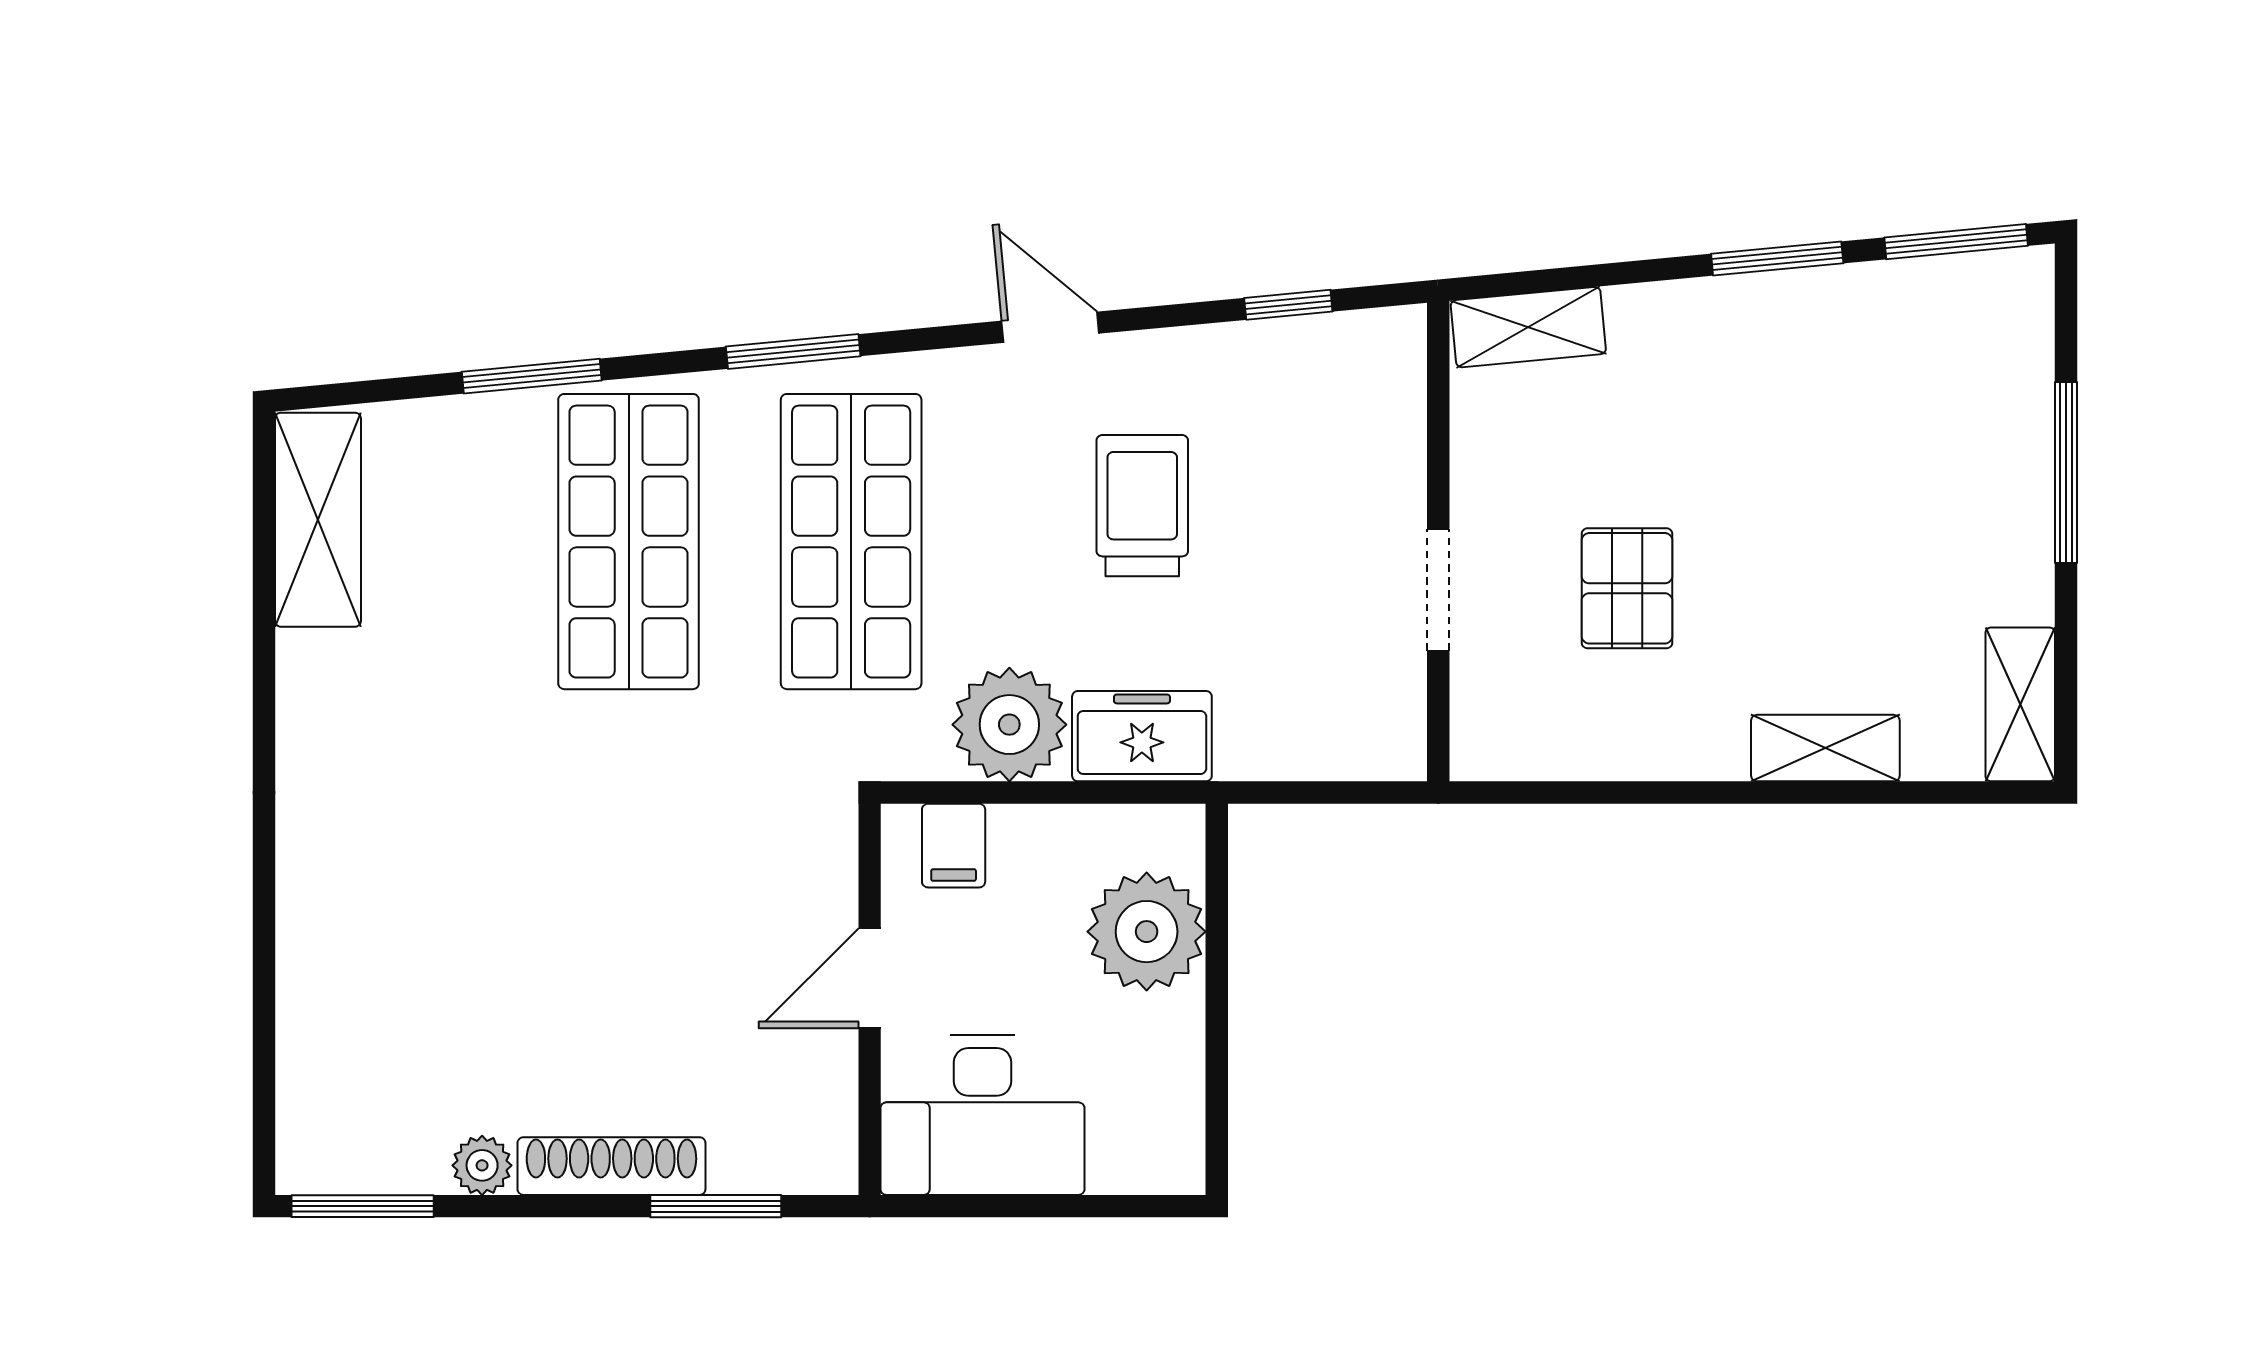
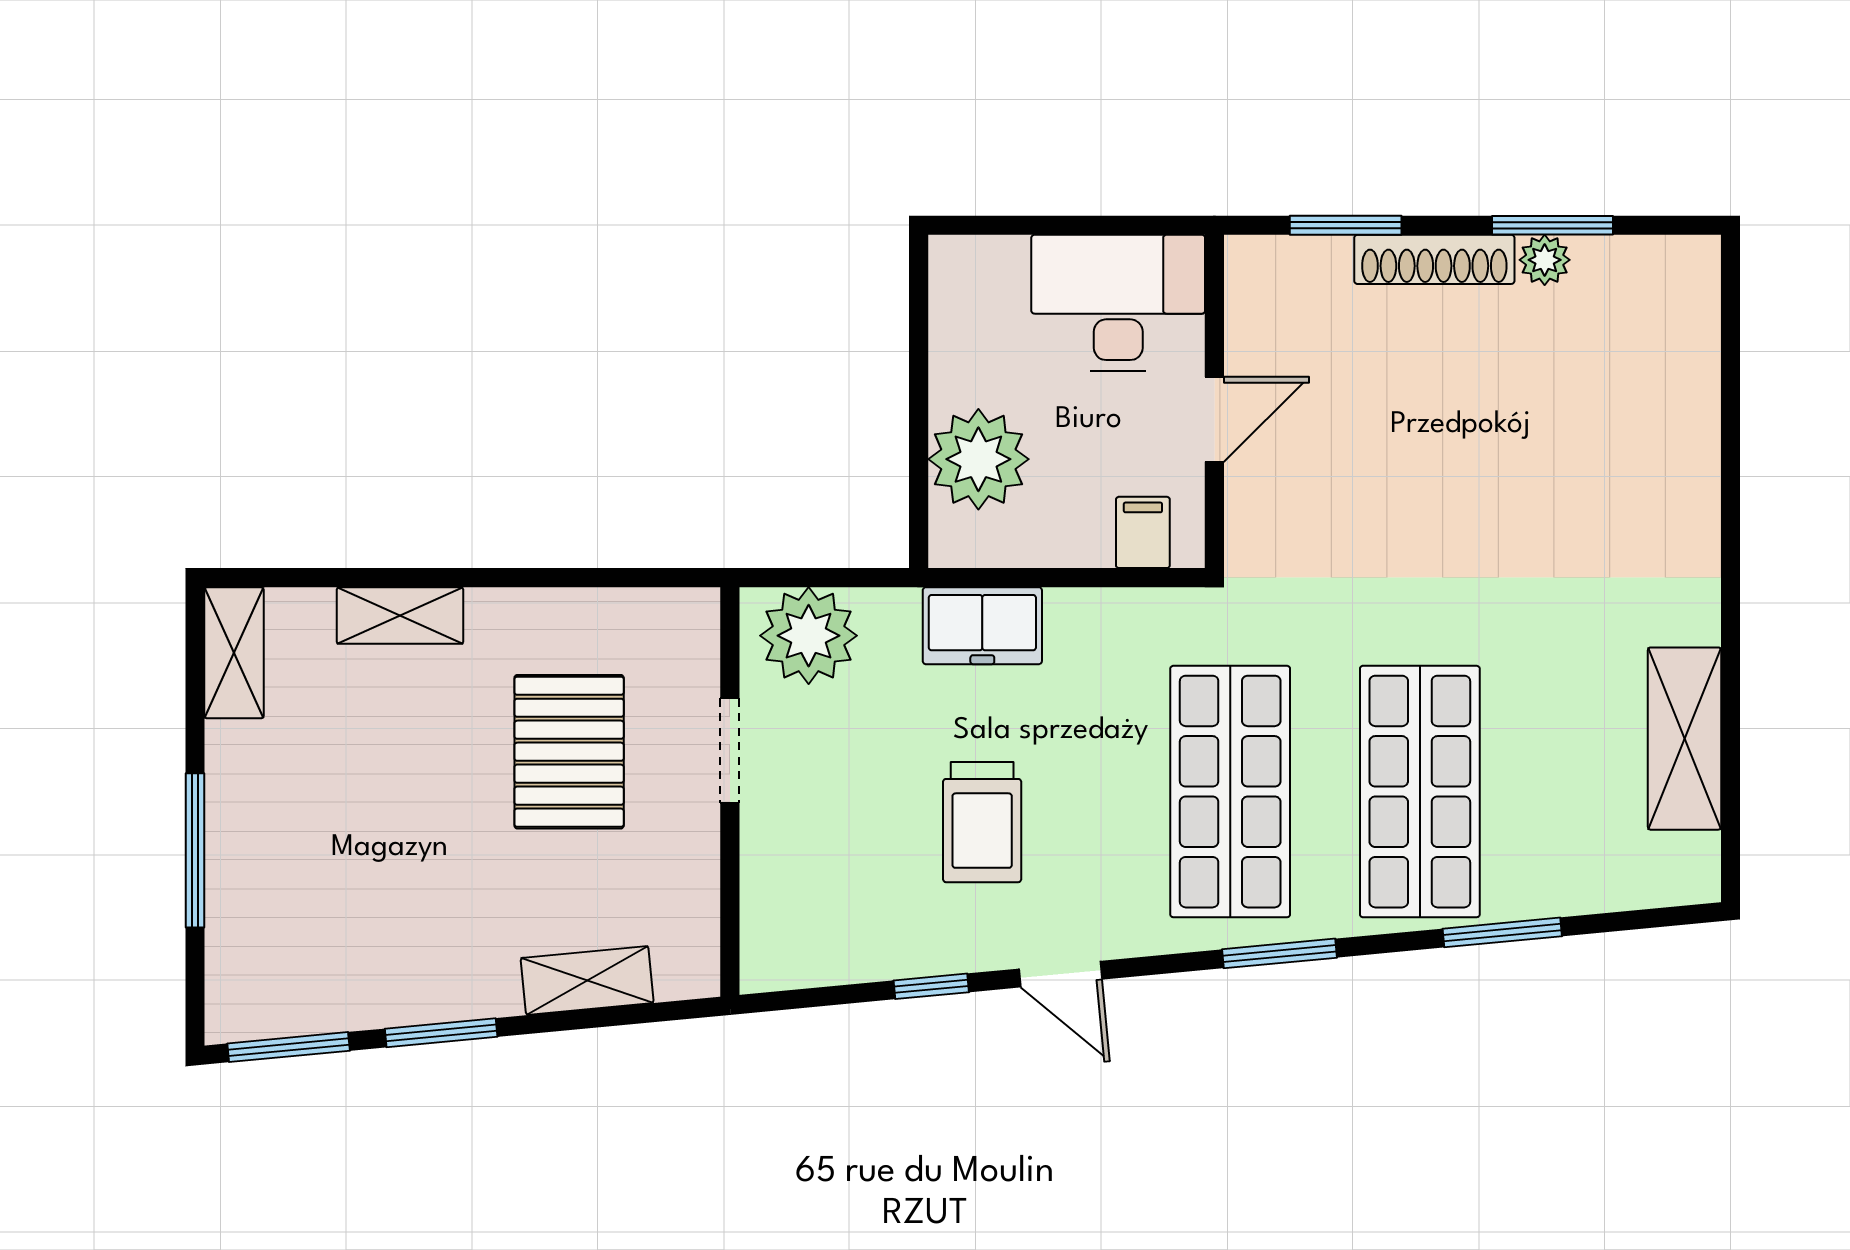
window: (1288, 305) -> (931, 986), moved
shelving: (1528, 327) -> (587, 980), moved
shelving: (318, 520) -> (1684, 739), moved
pallet: (1627, 588) -> (569, 752), width x1.50, depth x1.42
plant: (1009, 725) -> (809, 636), moved
window: (363, 1206) -> (1552, 225), moved

